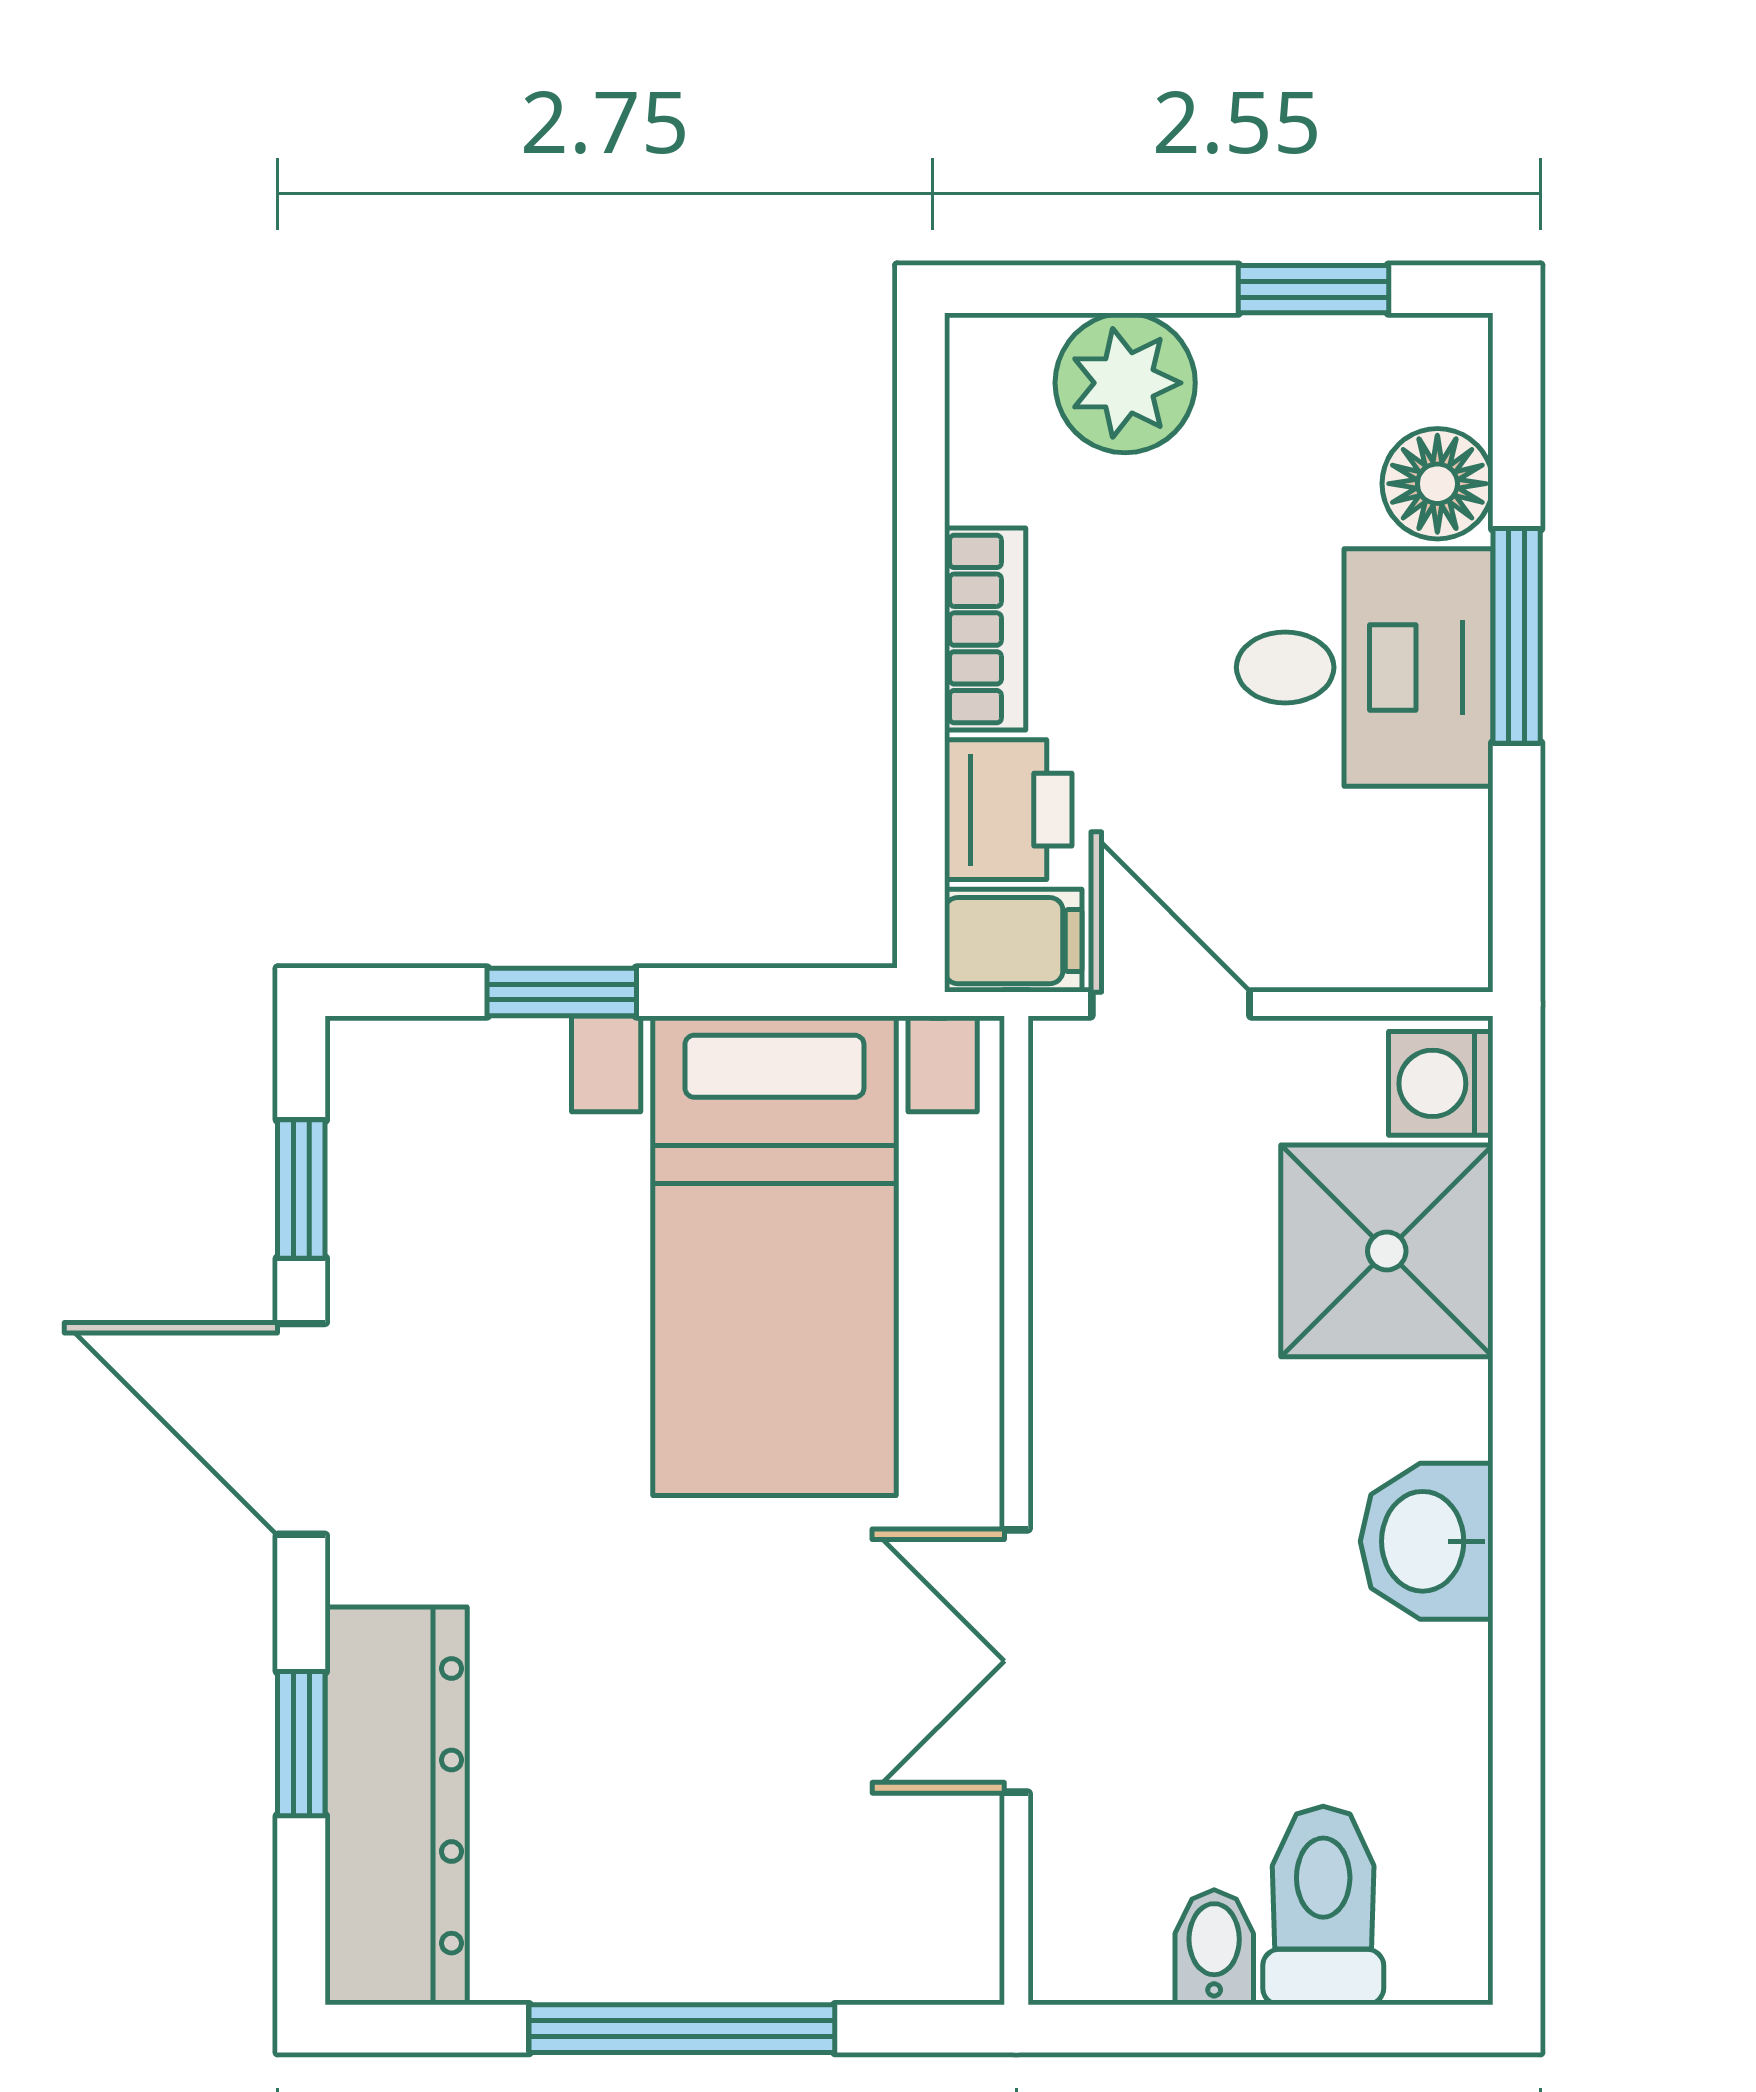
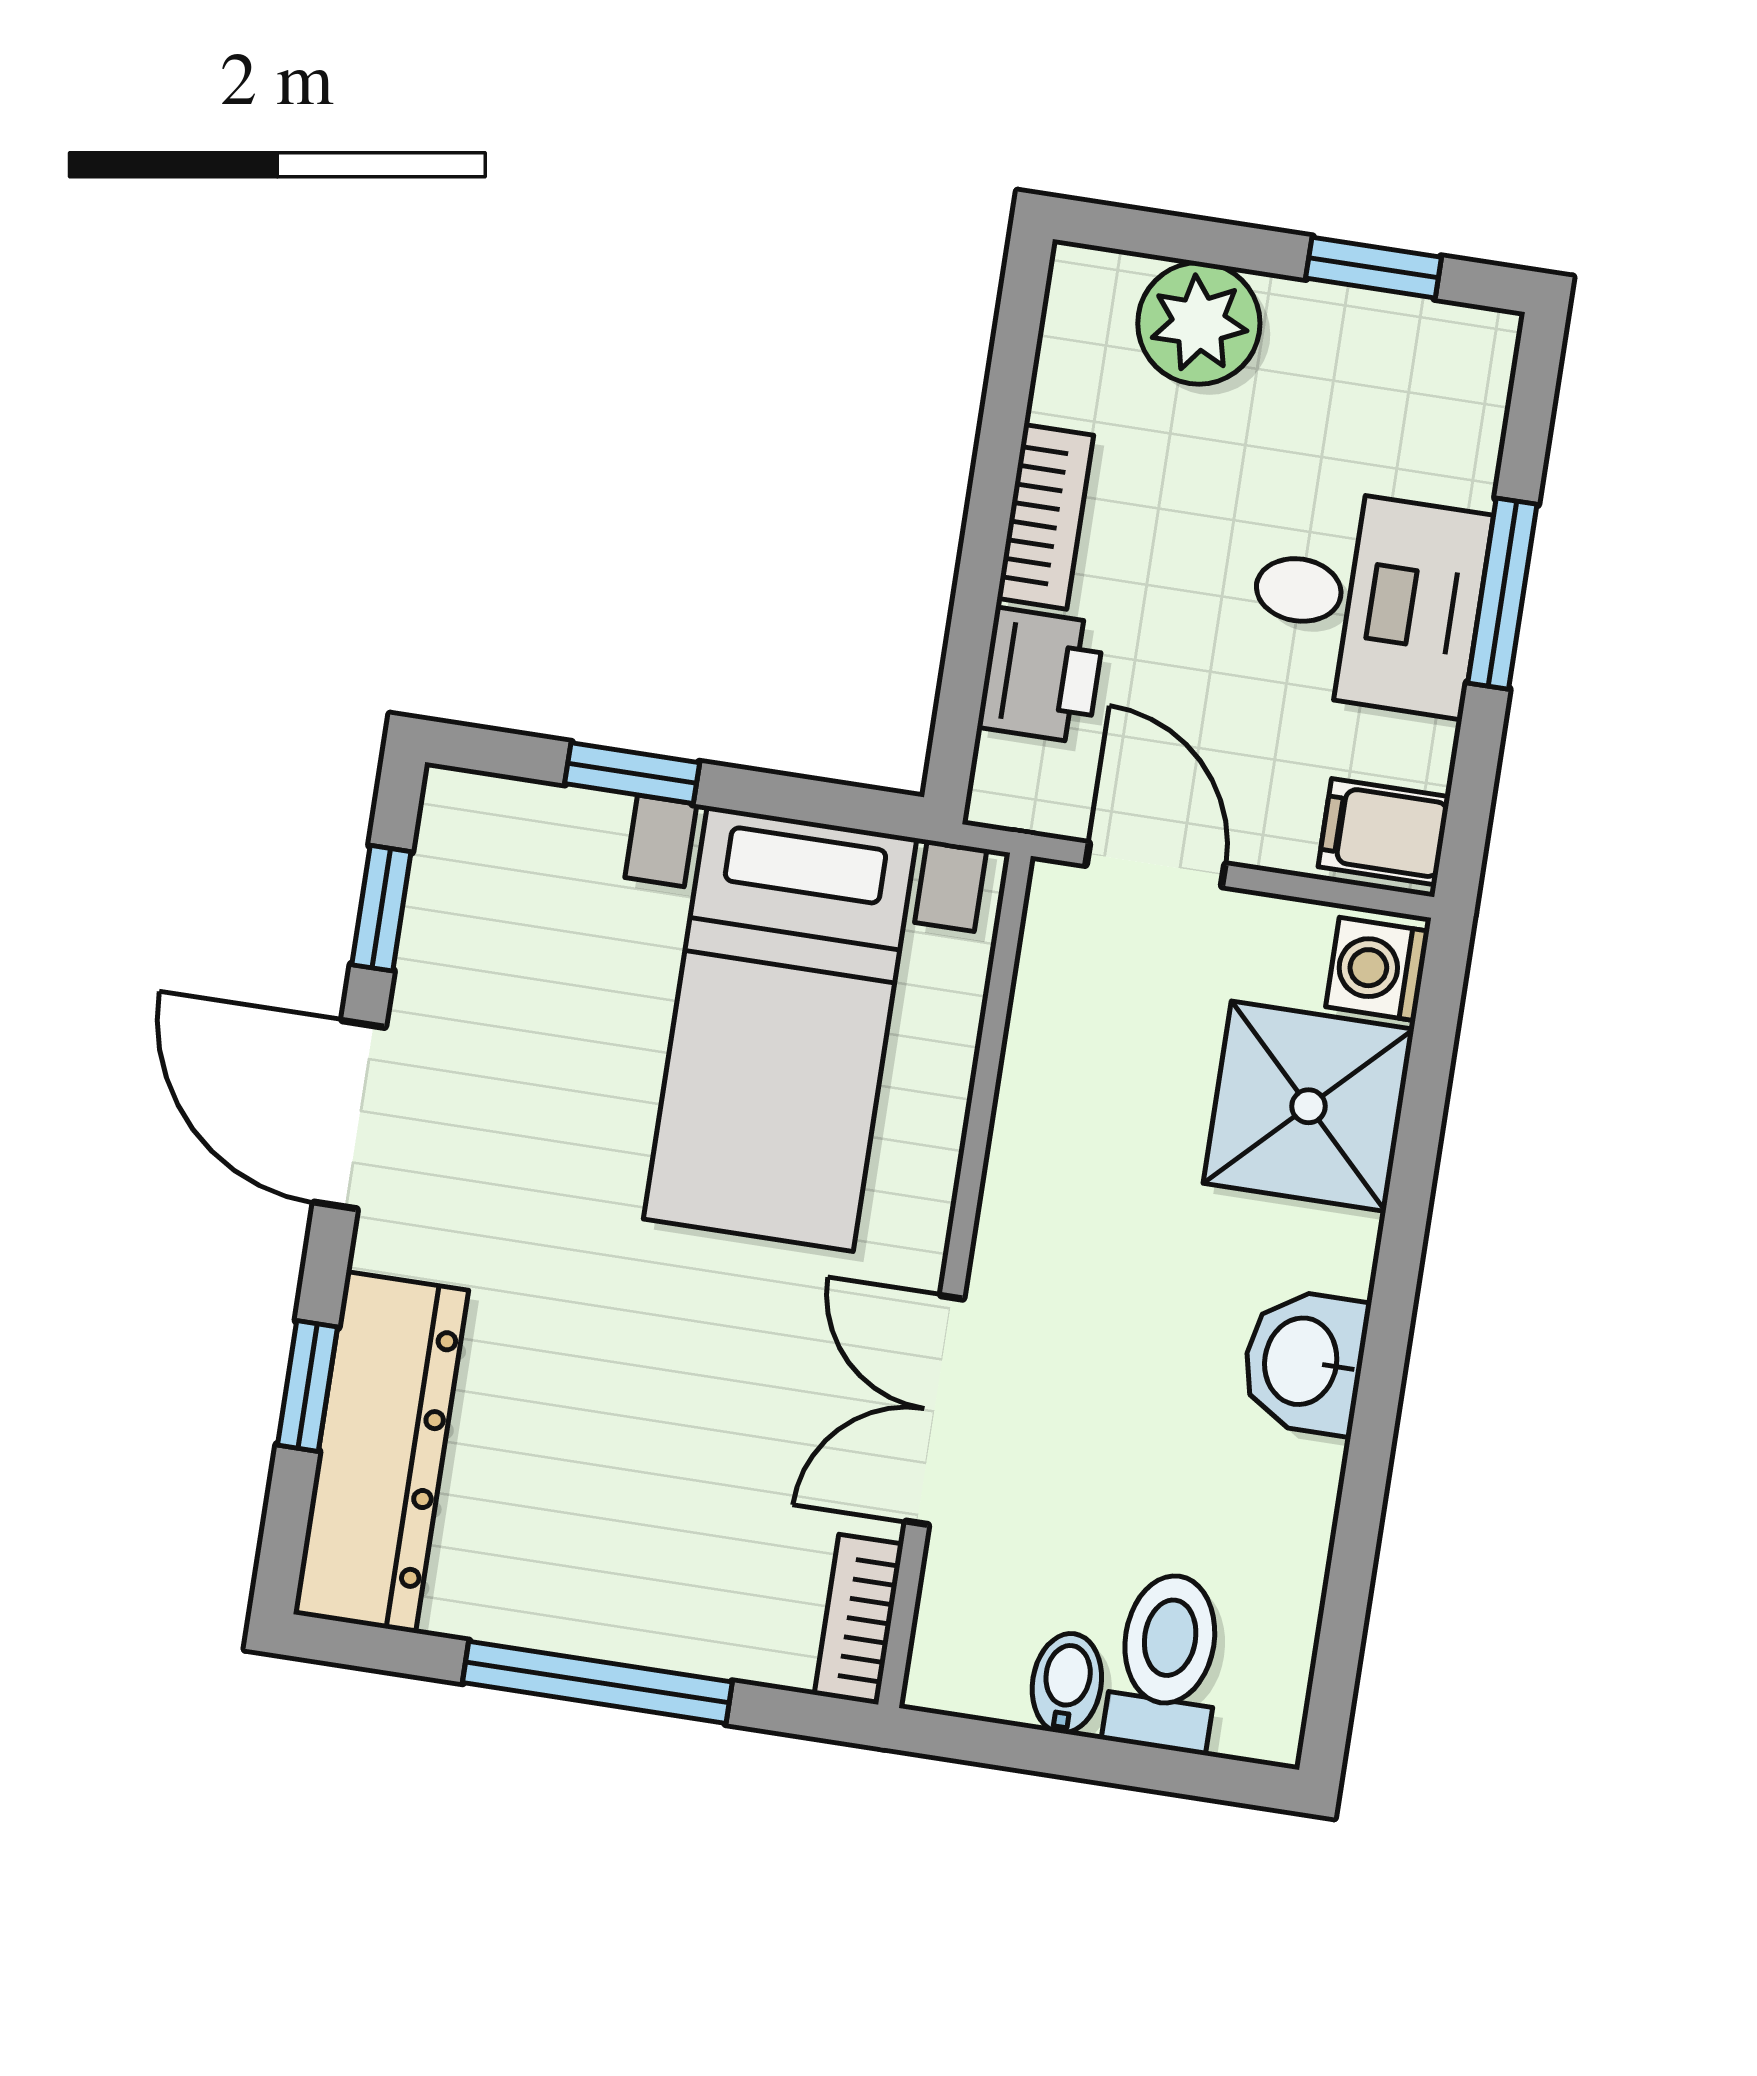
floor lamp: (1437, 484) -> (1454, 452), removed
filing cabinet: (1013, 941) -> (1384, 832), moved, turned 180
bookcase: (967, 1911) -> (859, 1619), added

